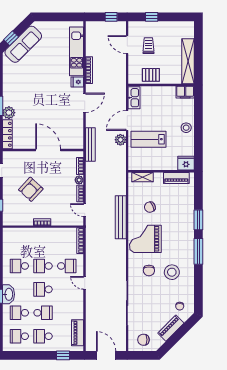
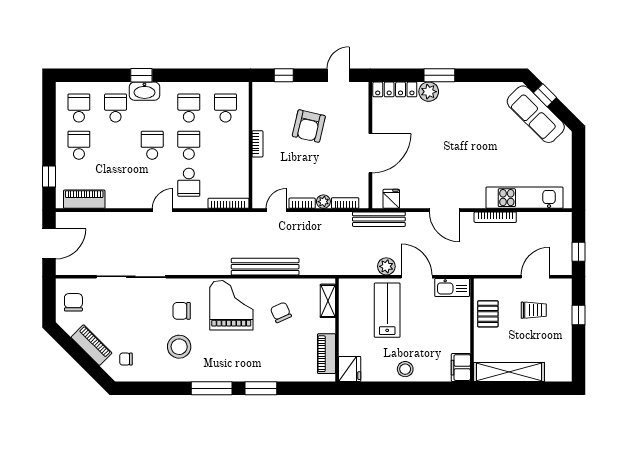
fridge: (77, 82) -> (391, 199), moved
armchair: (31, 189) -> (309, 126), turned -120
school desk: (43, 313) -> (225, 108), moved, turned 180

